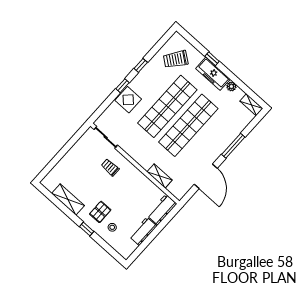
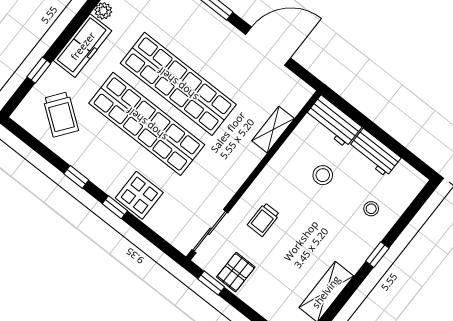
window: (212, 59) -> (39, 70), moved
window: (77, 136) -> (211, 283), added
stool: (133, 202) -> (323, 175), added
pallet: (100, 212) -> (236, 272), moved, turned 90

